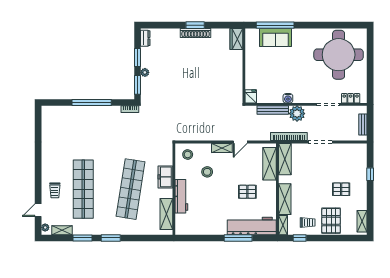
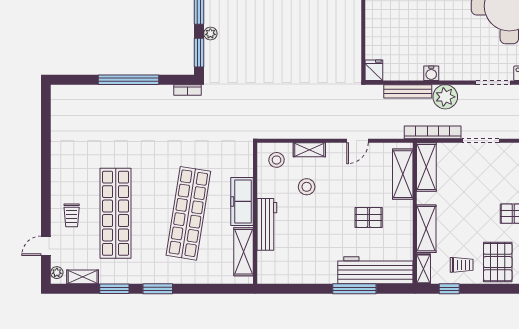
shelving: (222, 148) -> (309, 150), moved
freezer: (165, 177) -> (242, 201), width x1.40

